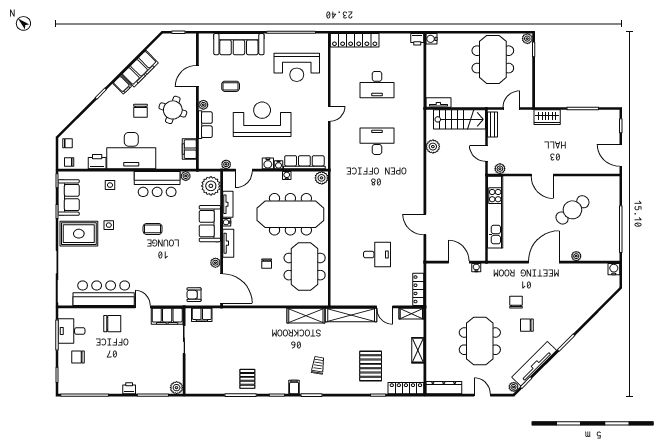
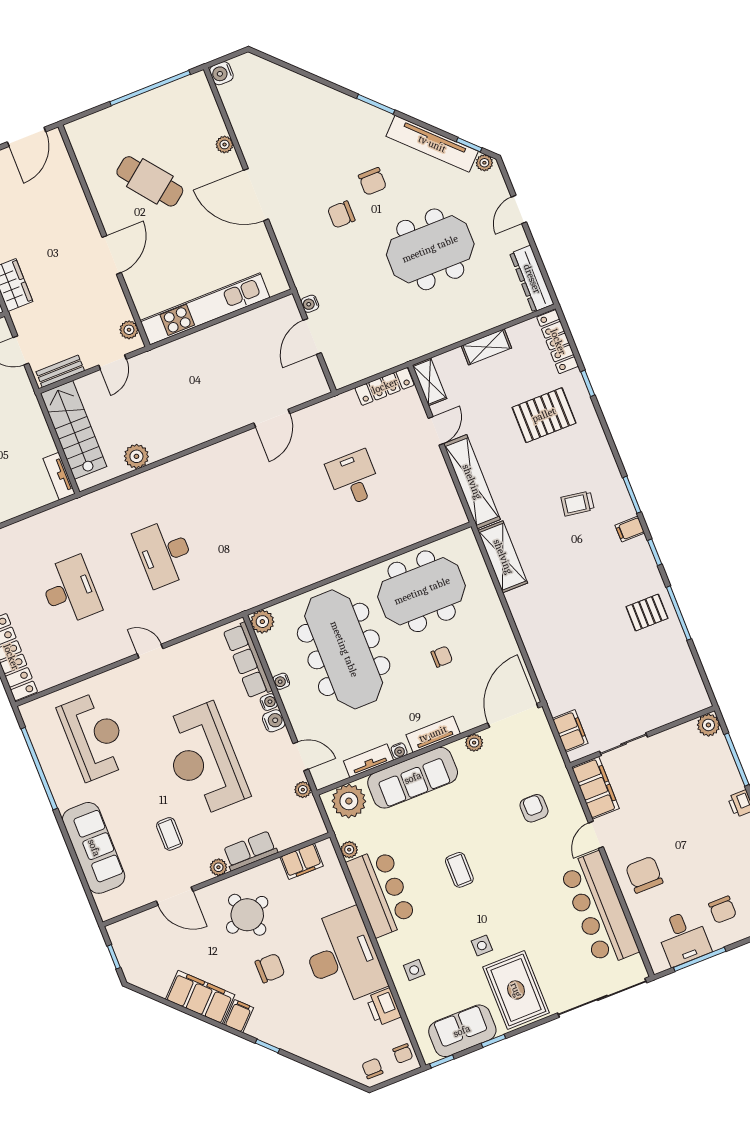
round table: (173, 110) -> (247, 915), turned -38
sofa: (210, 224) -> (413, 778), width x1.36
armchair: (194, 295) -> (534, 808), moved, turned 180

